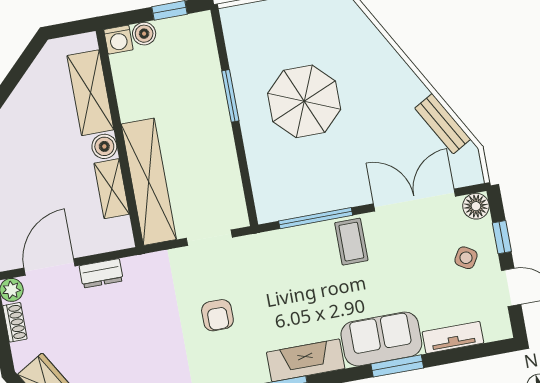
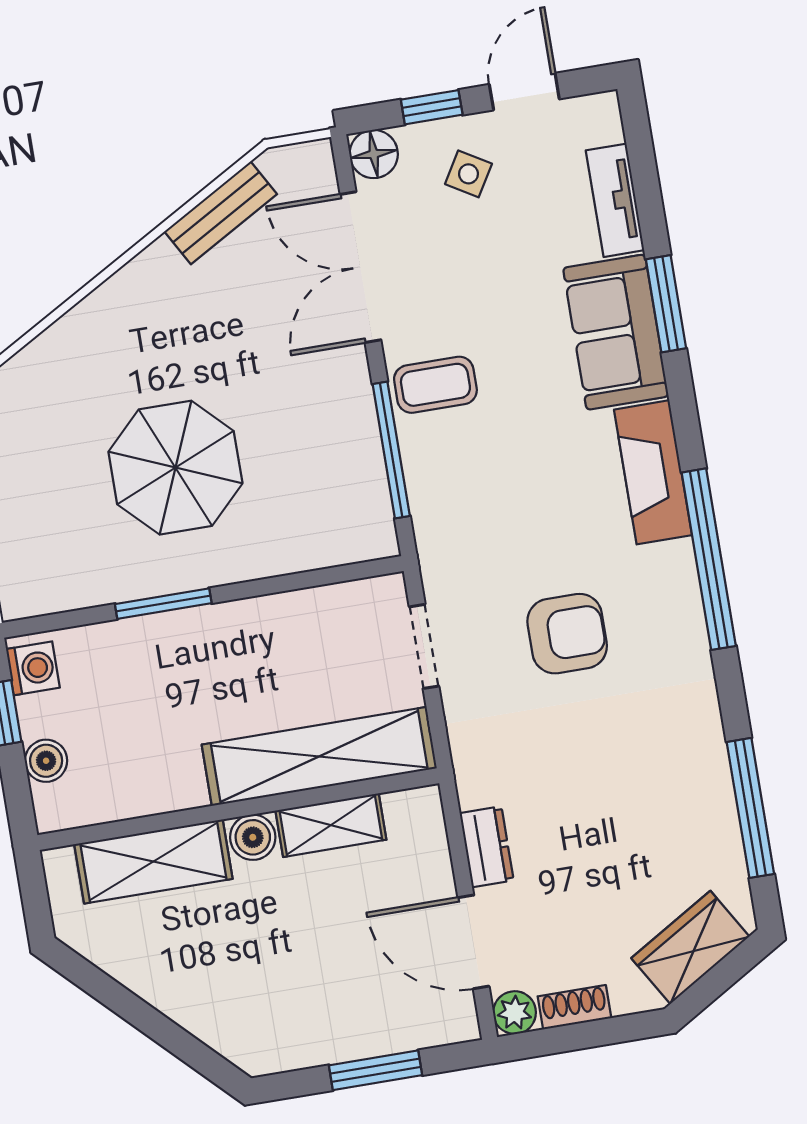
washing machine: (118, 40) -> (33, 668), moved
armchair: (217, 315) -> (567, 634), width x1.38, depth x1.38

